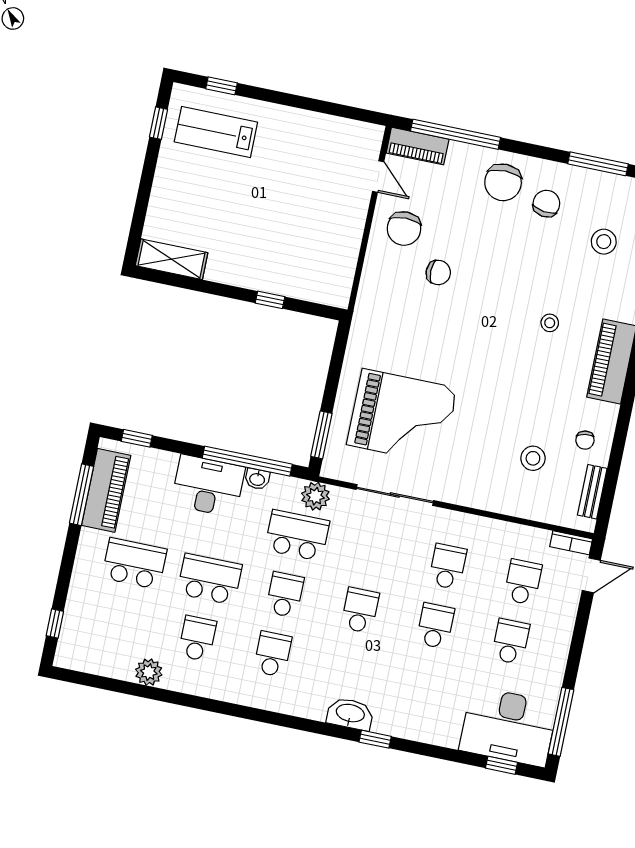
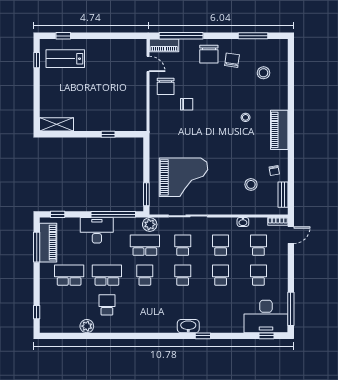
washbasin: (257, 479) -> (243, 222), moved
school desk: (273, 654) -> (183, 245), moved

